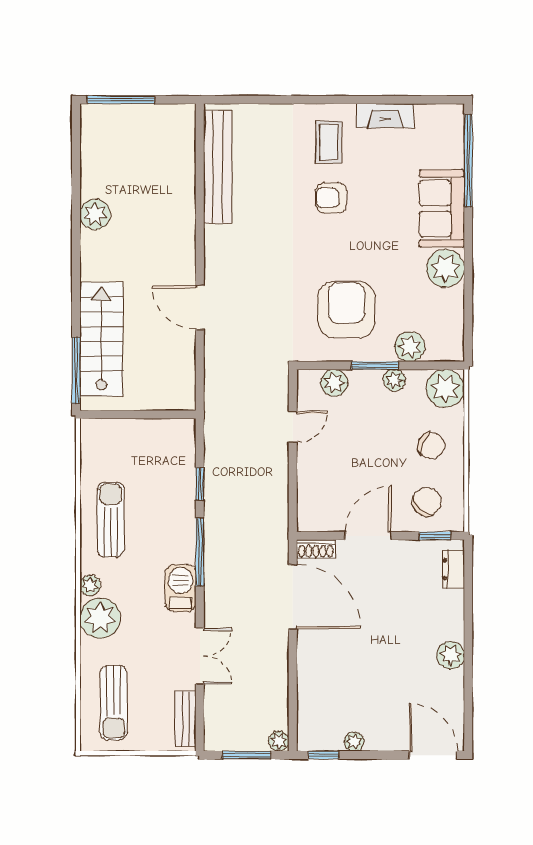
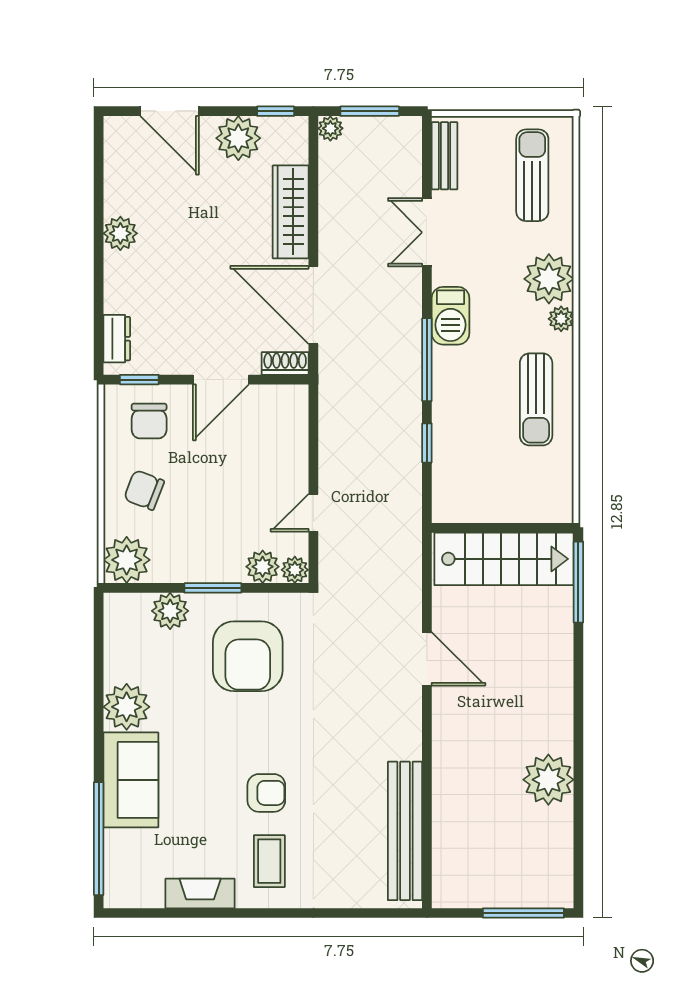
plant: (95, 214) -> (548, 780), width x1.36, depth x1.36
stairs: (101, 339) -> (504, 559), moved, turned -90
plant: (394, 380) -> (295, 570), moved
chair: (427, 502) -> (149, 421), turned -45
wardrobe: (311, 673) -> (291, 212), added
plant: (354, 742) -> (238, 138), width x1.88, depth x1.88
door: (433, 755) -> (169, 111), moved

